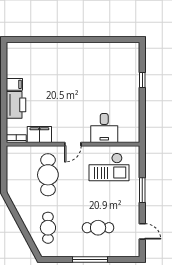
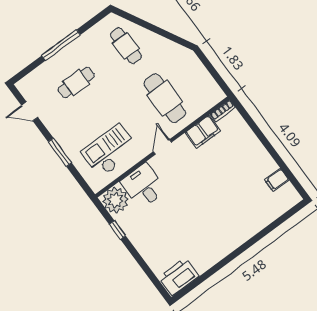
window: (142, 80) -> (117, 230), moved
filing cabinet: (14, 84) -> (277, 180), moved
printer: (16, 105) -> (179, 277), moved, turned 90
plant: (129, 132) -> (115, 200), added

